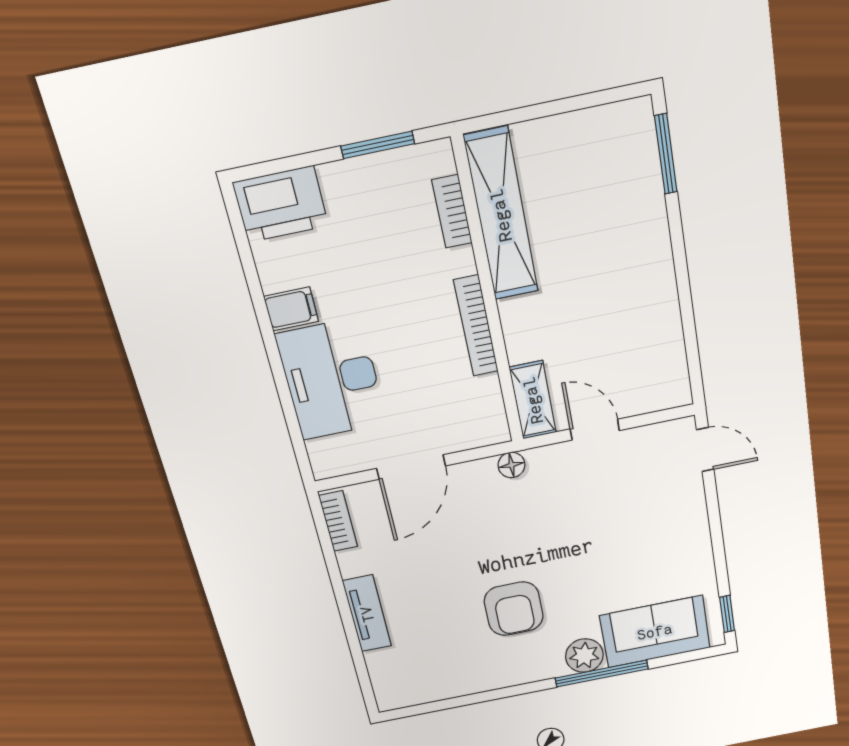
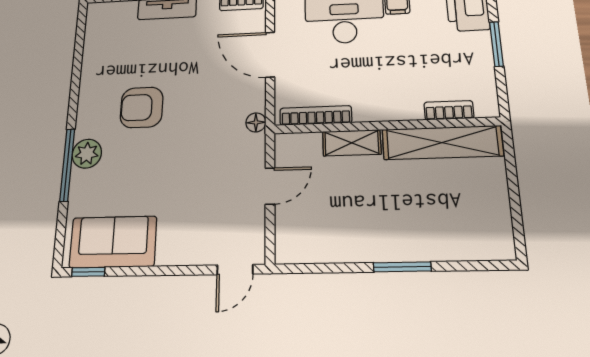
window: (378, 145) -> (496, 44), moved
window: (666, 154) -> (402, 267), moved
bookcase: (476, 326) -> (316, 115), moved
shelving: (533, 400) -> (352, 143), moved
sofa: (655, 632) -> (113, 242), moved, turned -90

